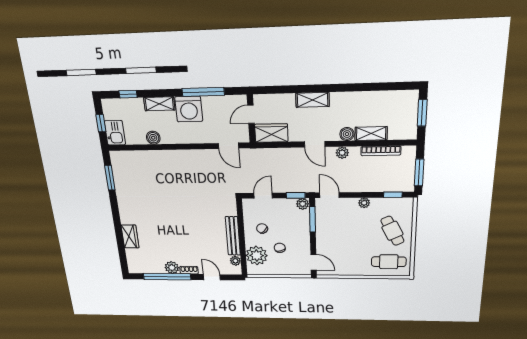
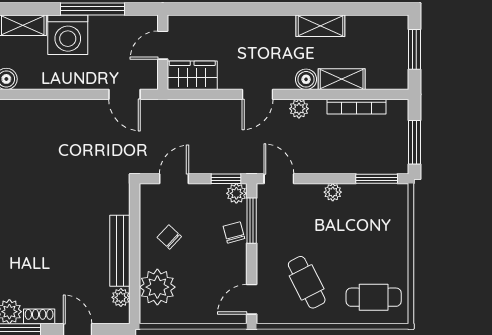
shelving: (312, 100) -> (320, 26), moved
door: (315, 144) -> (257, 94), hinge flipped
window: (393, 195) -> (377, 179), width x1.50
cafe table: (392, 231) -> (307, 282), moved
chair: (280, 248) -> (234, 232), moved
door: (314, 262) -> (252, 299), swing flipped

